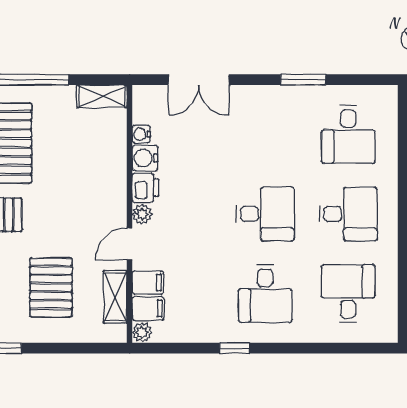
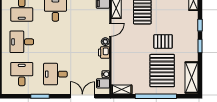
water cooler: (145, 158) -> (104, 64), removed
desk: (265, 214) -> (55, 74), moved
filing cabinet: (148, 283) -> (103, 83), moved

